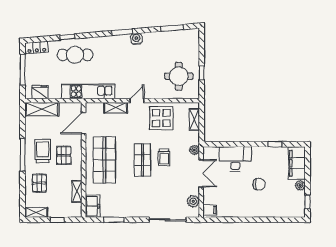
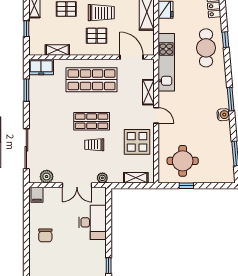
chair: (259, 184) -> (45, 235), moved

